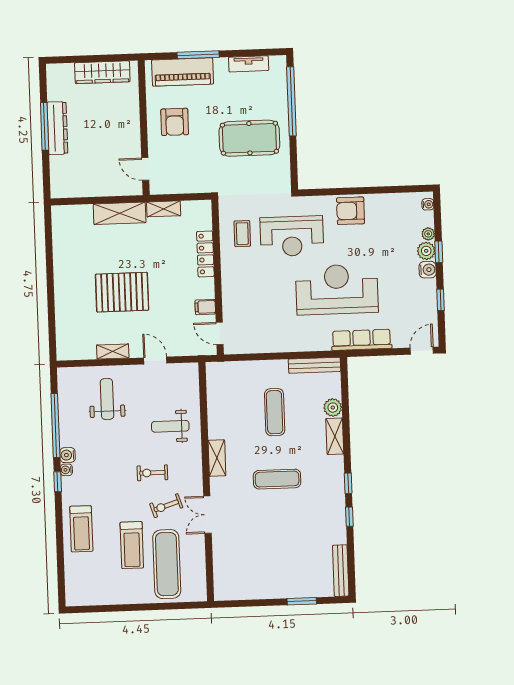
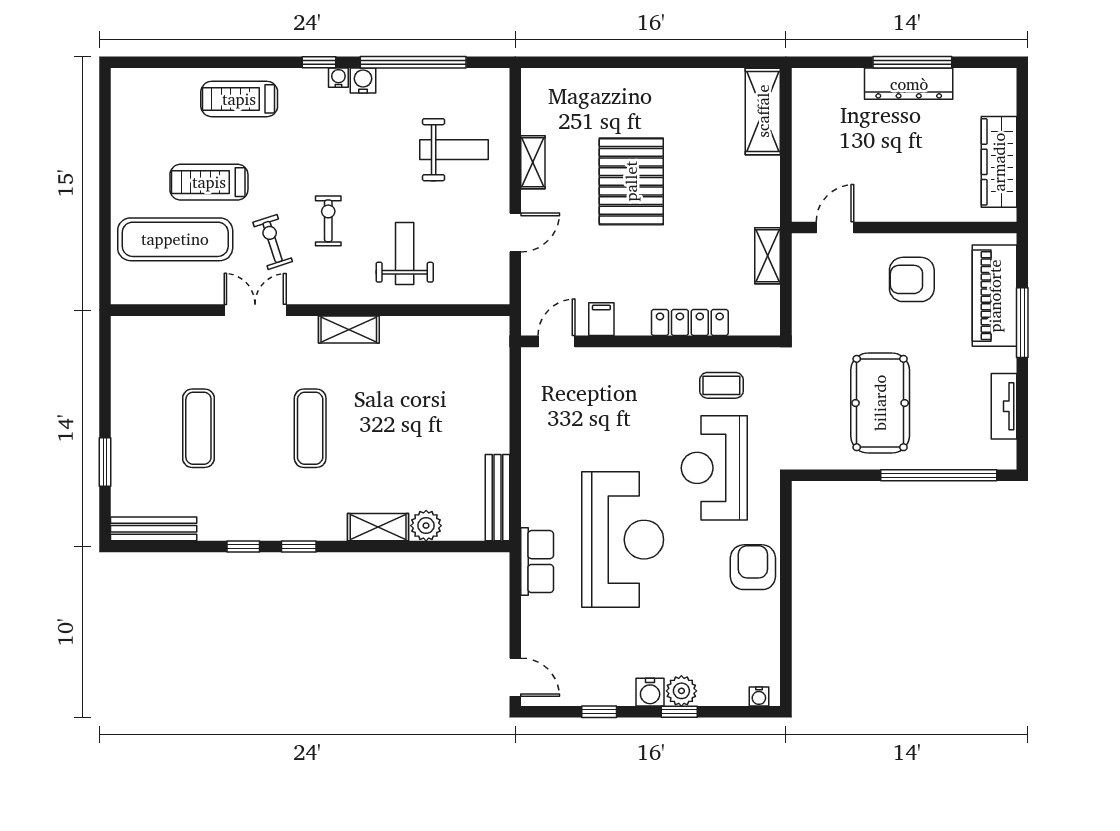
shelving: (120, 213) -> (763, 111), moved
plant: (428, 234) -> (710, 695), removed
row of seats: (362, 340) -> (537, 562), width x0.68
exercise mat: (275, 412) -> (198, 428), moved, turned 90

